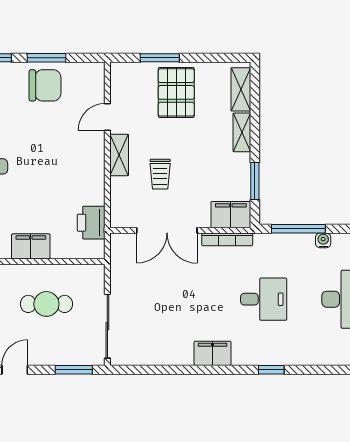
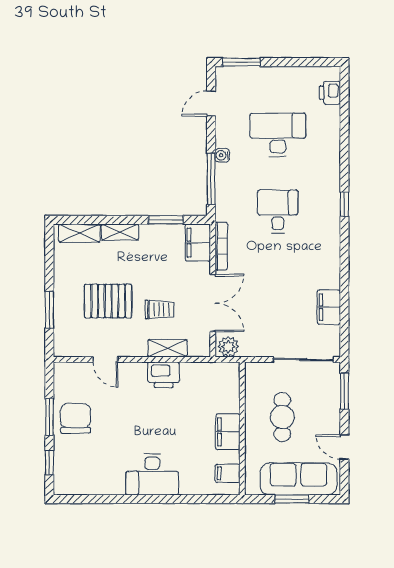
pallet: (176, 92) -> (108, 301), moved
shelving: (119, 155) -> (167, 348), moved
printer: (91, 223) -> (164, 375), moved
plant: (121, 247) -> (228, 347), added
filing cabinet: (213, 353) -> (329, 307), moved

